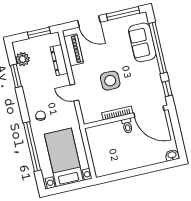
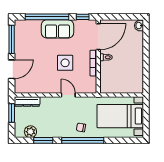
sofa: (142, 42) -> (58, 29), moved
piano: (73, 50) -> (32, 87), removed
dresser: (59, 60) -> (27, 101), moved
door: (74, 93) -> (68, 95), swing flipped
window: (32, 147) -> (83, 140), moved

